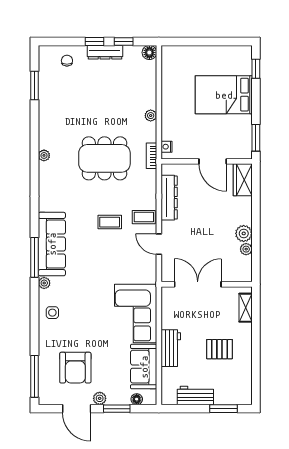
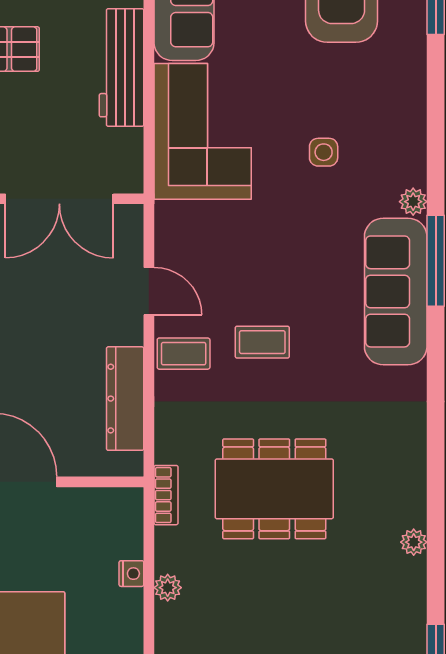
nightstand: (166, 147) -> (131, 574), moved
plant: (44, 155) -> (414, 542), moved
side table: (52, 313) -> (324, 152), moved
workbench: (171, 348) -> (122, 68), width x1.38

